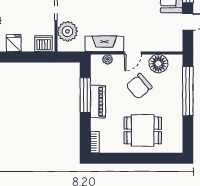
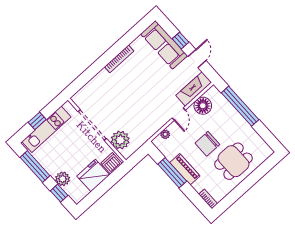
fridge: (14, 43) -> (93, 175), width x1.88, depth x1.34
fireplace: (104, 44) -> (194, 89), moved
chair: (139, 86) -> (207, 144), moved, turned 41

